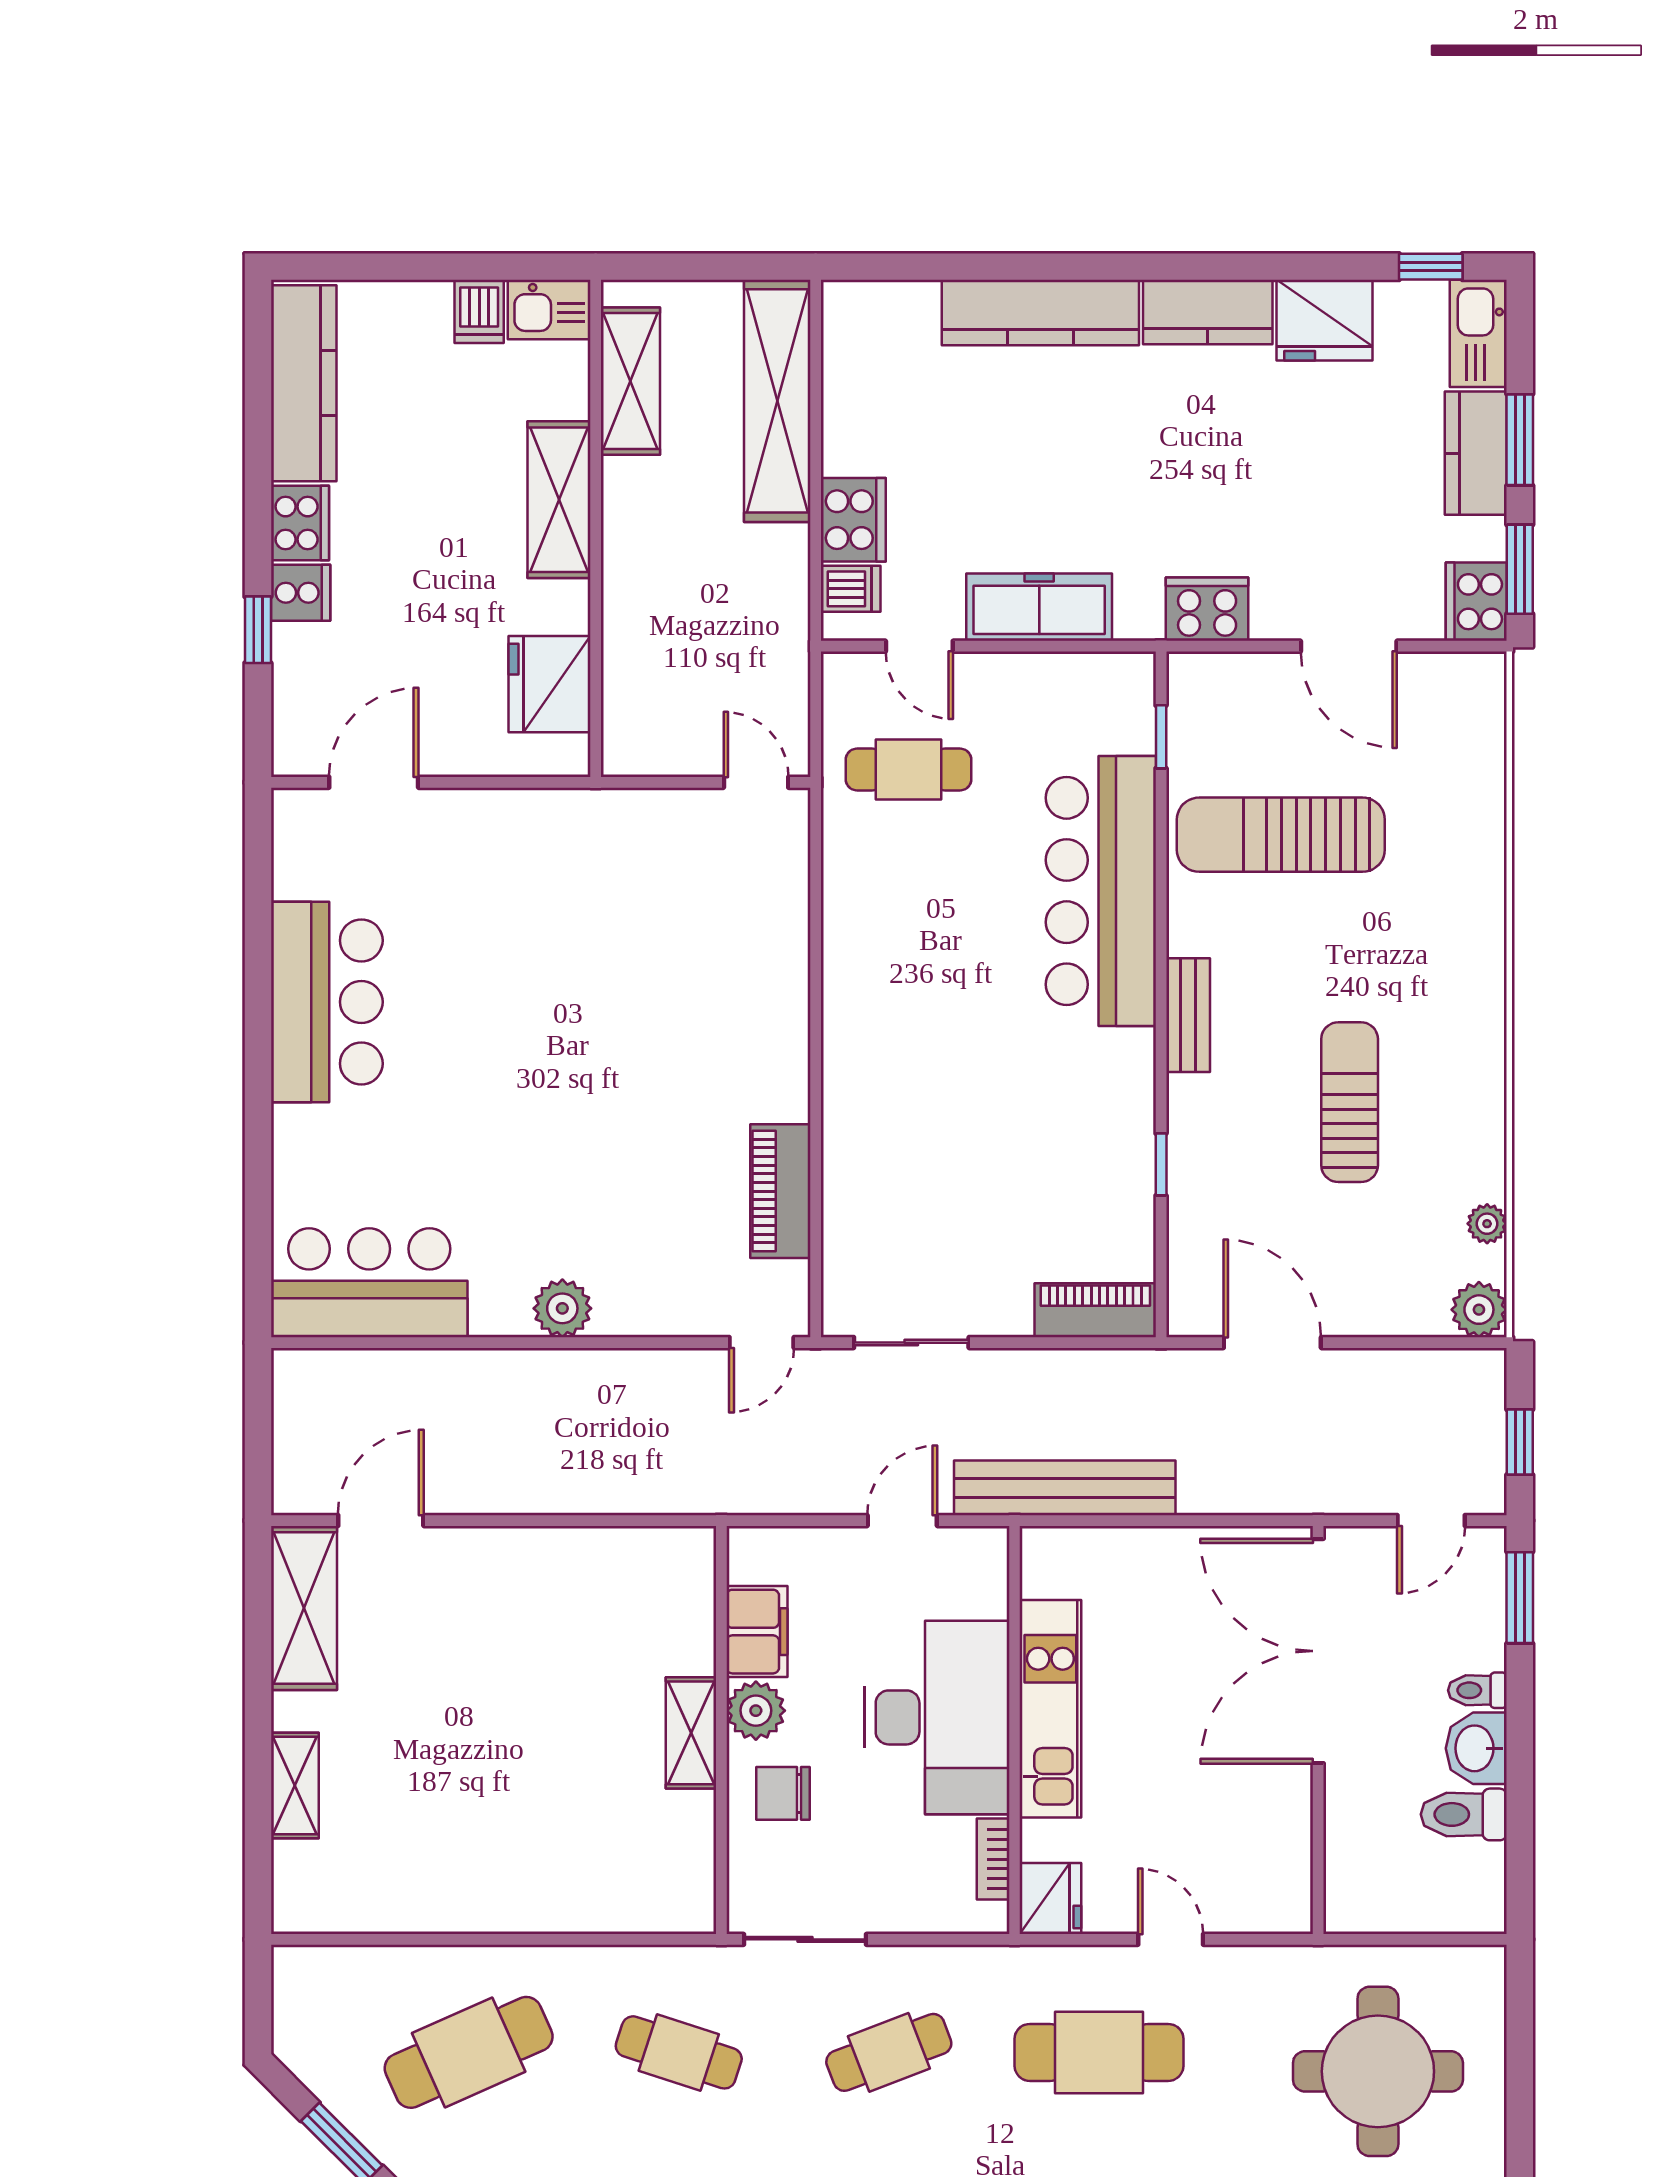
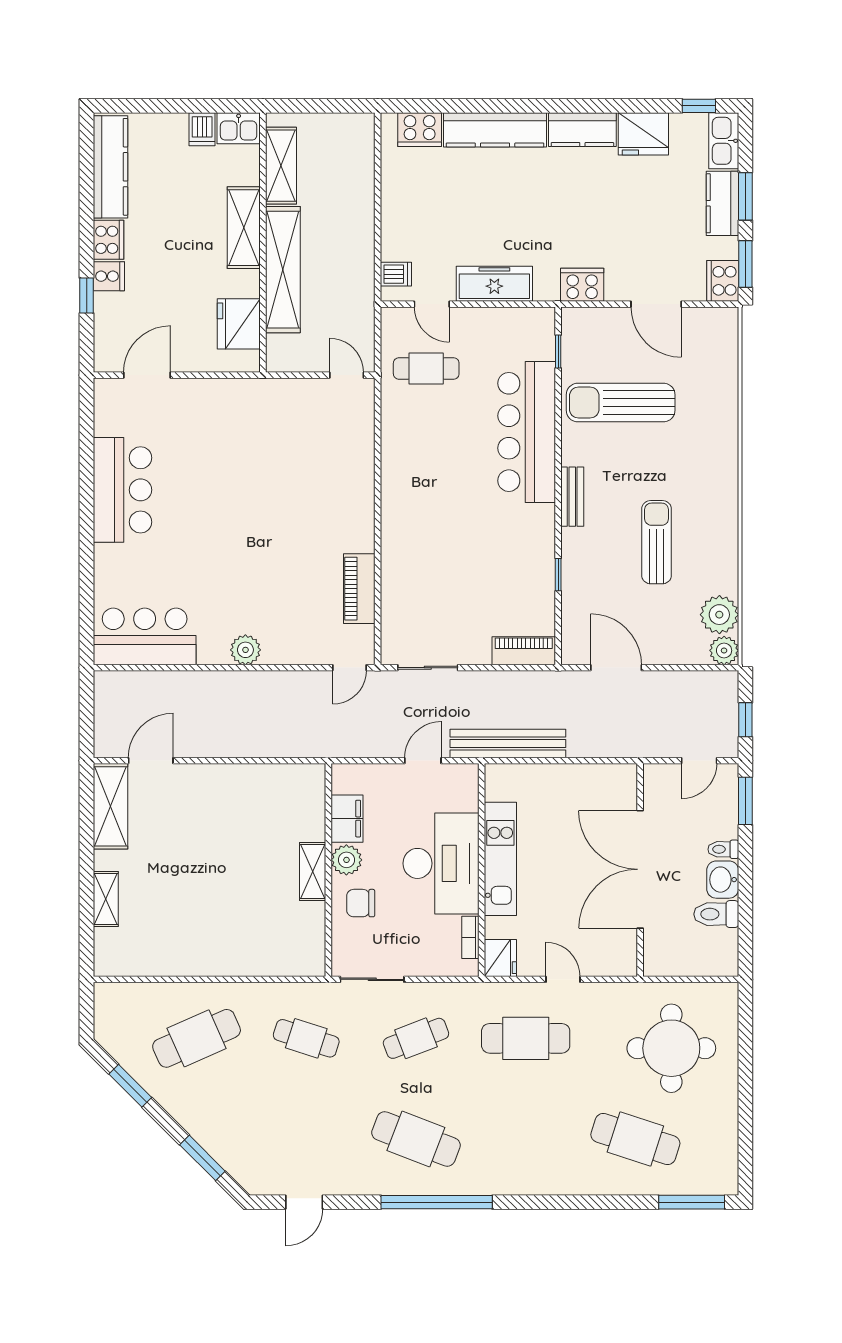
shelving: (777, 401) -> (283, 270), moved
cooker: (853, 520) -> (420, 130), moved, turned 90
plant: (1487, 1224) -> (719, 615), width x1.87, depth x1.87
double door: (1318, 1651) -> (640, 869), moved

